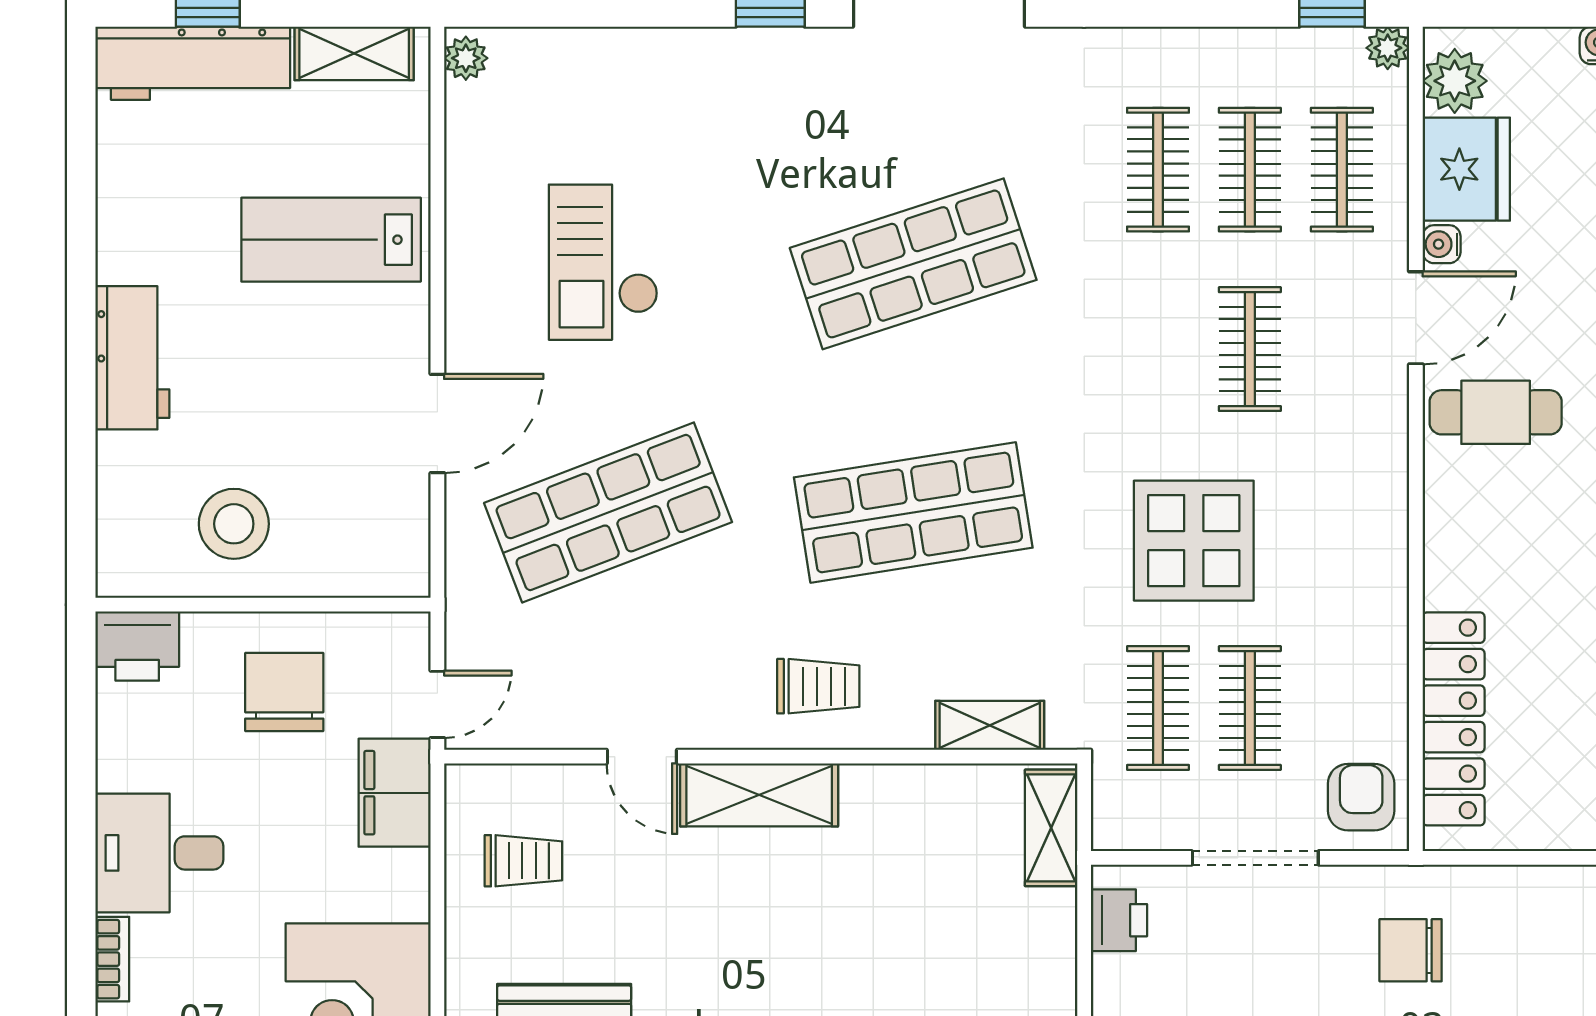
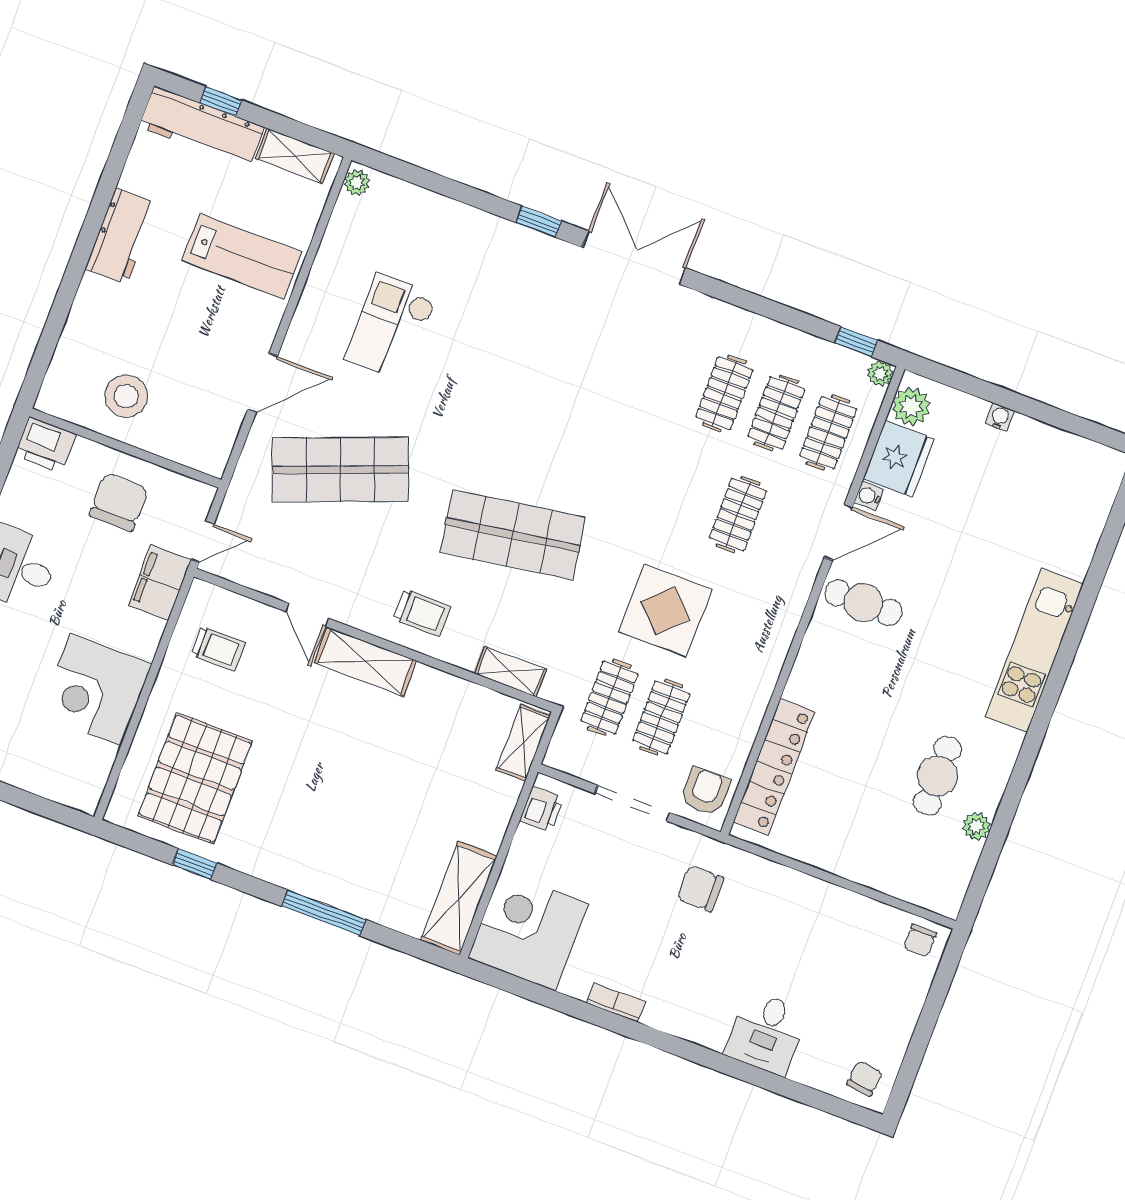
lab bench: (331, 240) -> (242, 256), turned 180
shop shelf: (913, 264) -> (566, 394), removed
workbench: (132, 358) -> (121, 236), moved

